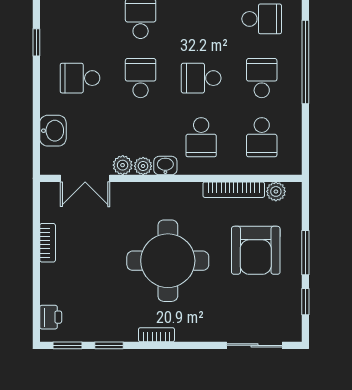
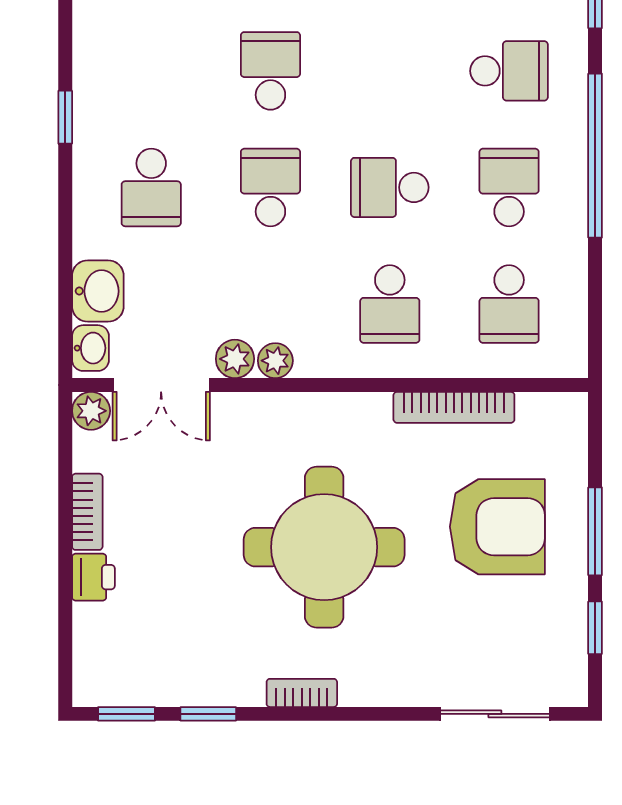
school desk: (80, 78) -> (151, 187), turned -90
washbasin: (165, 166) -> (90, 348), moved, turned 90
plant: (276, 191) -> (91, 411), moved
armchair: (256, 250) -> (497, 527), turned -90
printer: (51, 317) -> (93, 577), moved

